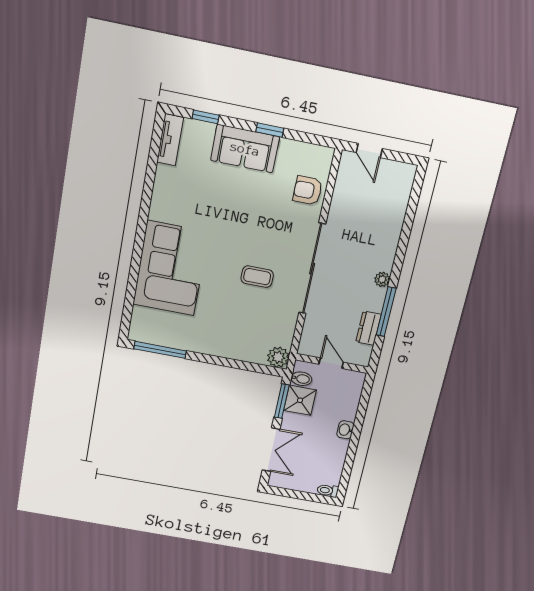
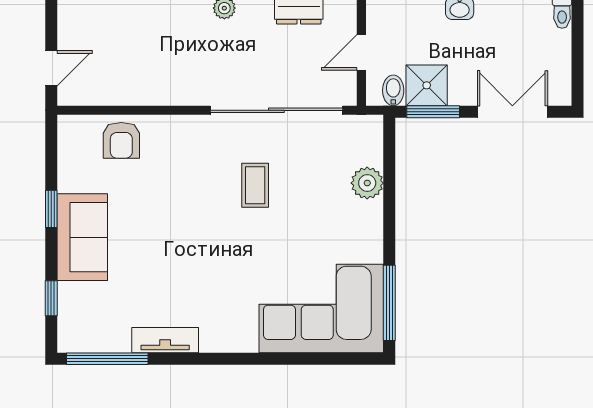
tv unit: (170, 140) -> (165, 340), moved
window: (155, 149) -> (107, 359), added
corner sofa: (171, 268) -> (321, 309), moved
sliding door: (312, 269) -> (276, 110), moved
plant: (278, 357) -> (367, 183), moved

